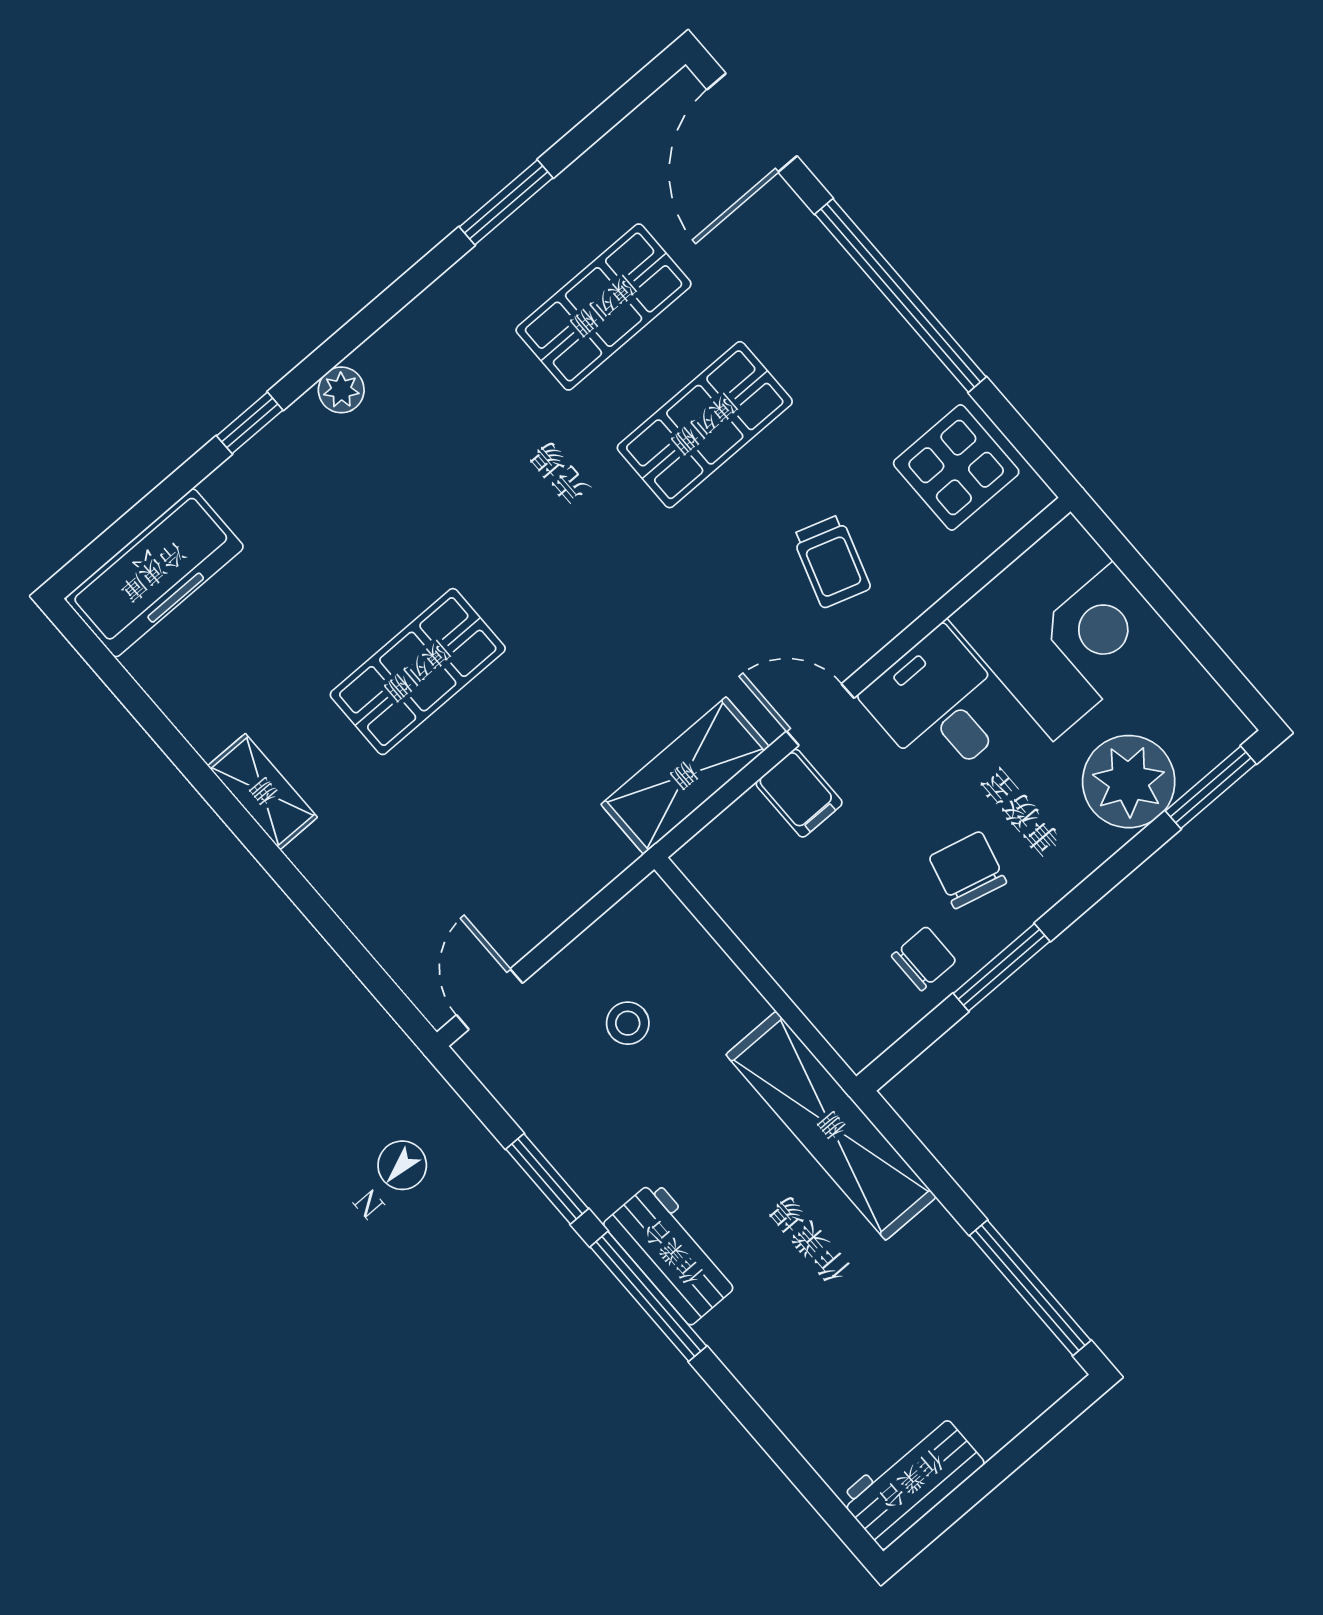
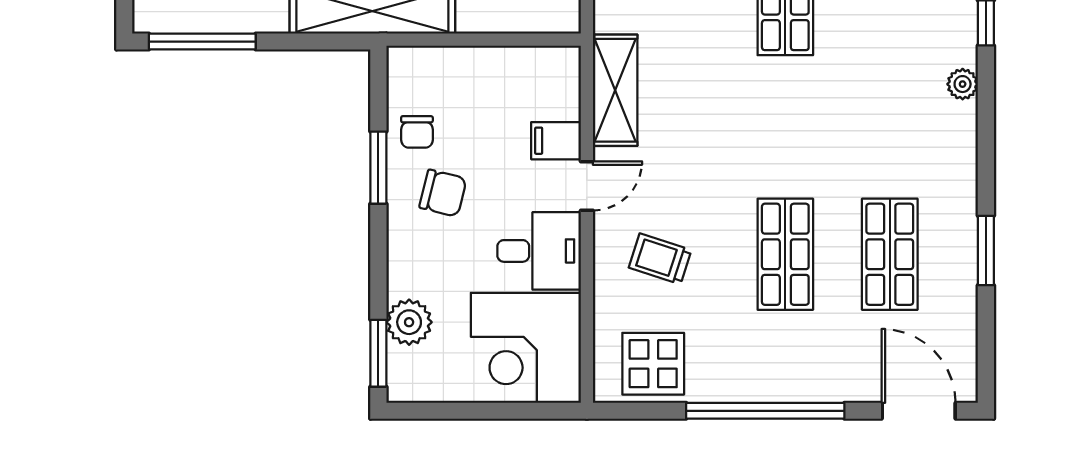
plant: (1129, 782) -> (409, 322), width x0.73, depth x0.73

